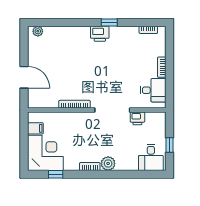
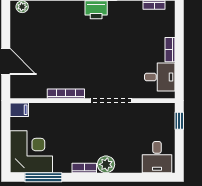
printer: (137, 118) -> (141, 111), removed
filing cabinet: (35, 128) -> (19, 110), moved
window: (170, 145) -> (179, 121), moved
window: (56, 174) -> (43, 177), width x2.17

